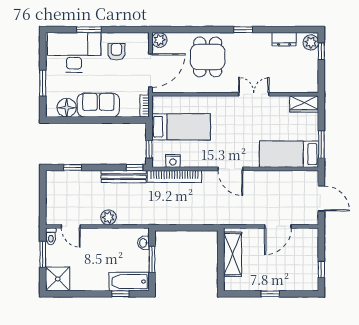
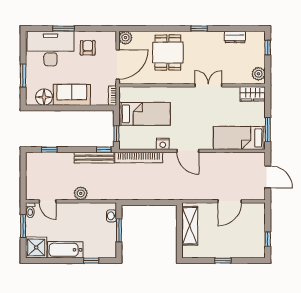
plant: (311, 42) -> (259, 74), moved
nightstand: (173, 161) -> (163, 144), moved
bathtub: (129, 282) -> (65, 250), moved

